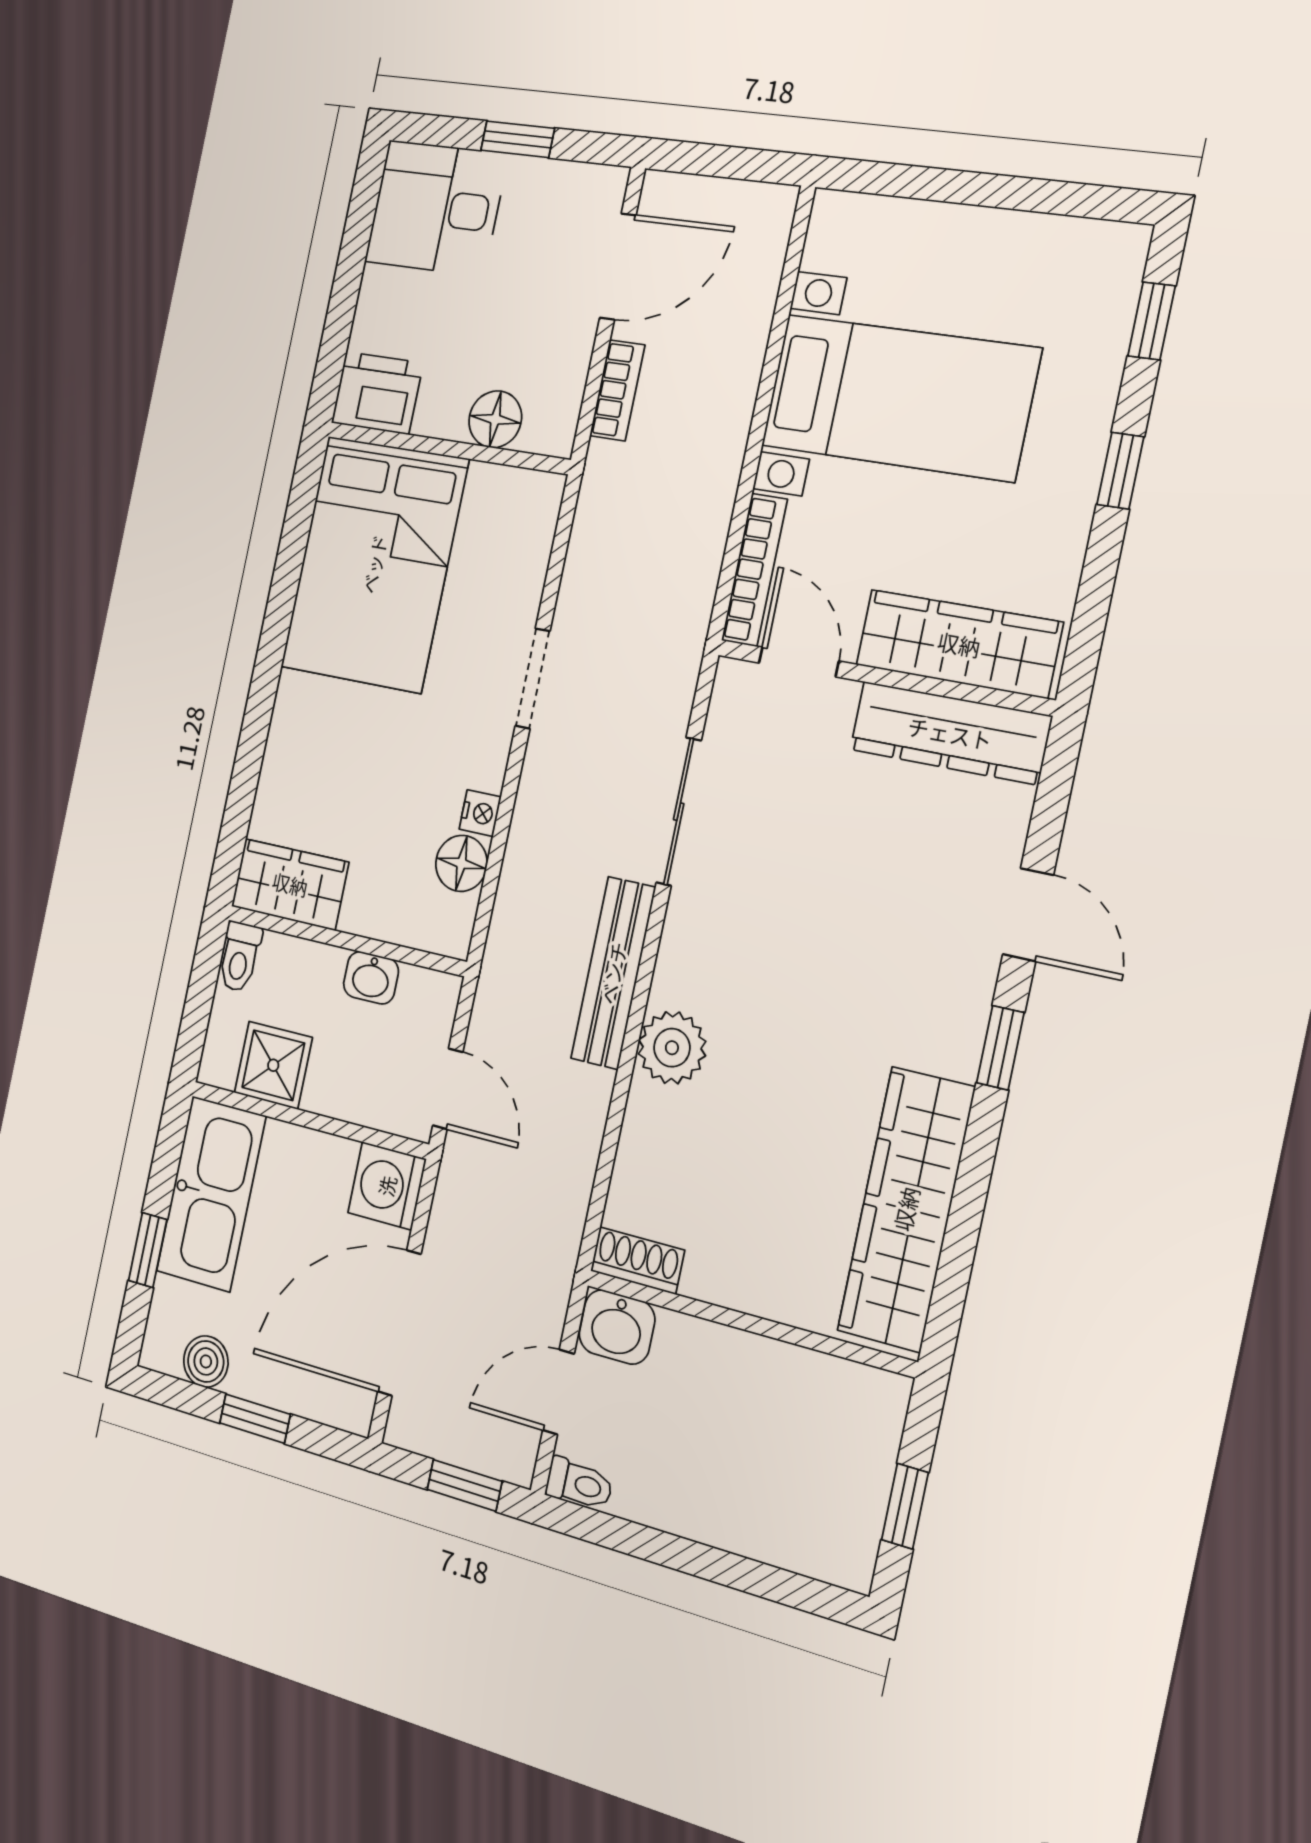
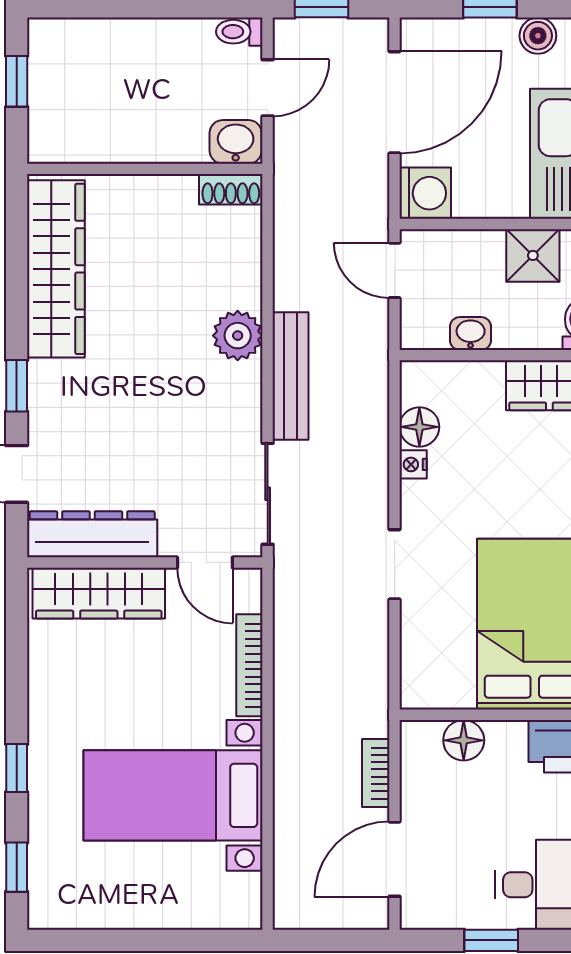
wardrobe: (959, 644) -> (99, 593), moved
door: (799, 662) -> (205, 562), moved
wall: (883, 677) -> (145, 562), moved
dresser: (950, 733) -> (92, 534), moved

